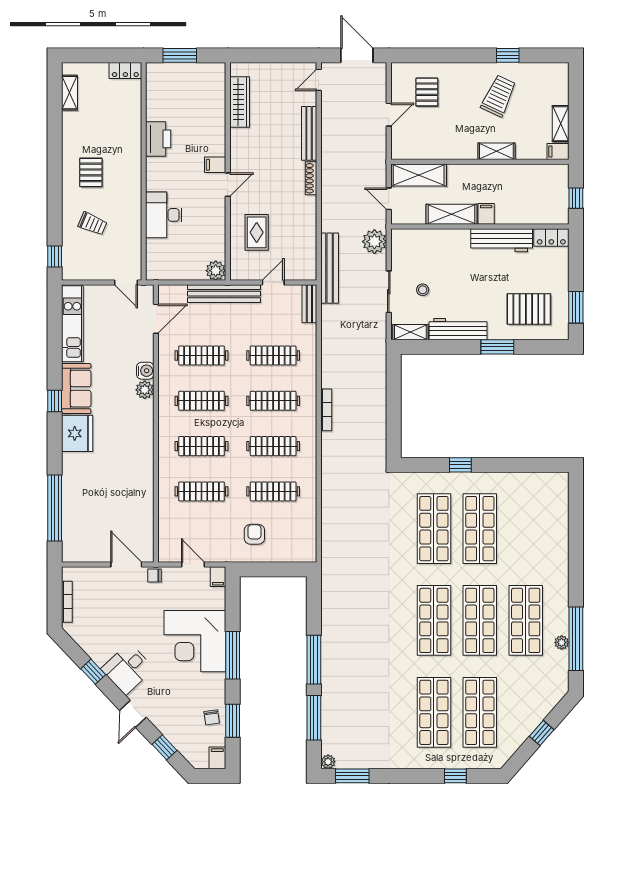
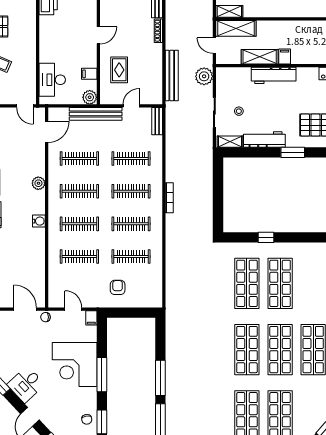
shelving: (496, 151) -> (229, 11), moved
filing cabinet: (215, 165) -> (89, 74), moved
desk: (164, 215) -> (52, 80), moved
workbench: (502, 240) -> (274, 75), moved
bench: (330, 268) -> (172, 75), moved
water cooler: (145, 371) -> (39, 221), moved

